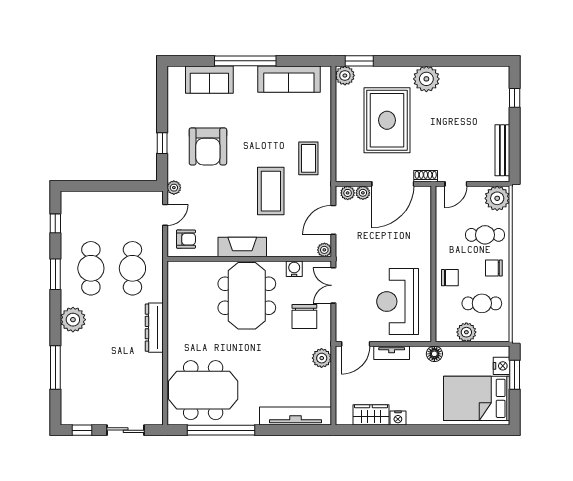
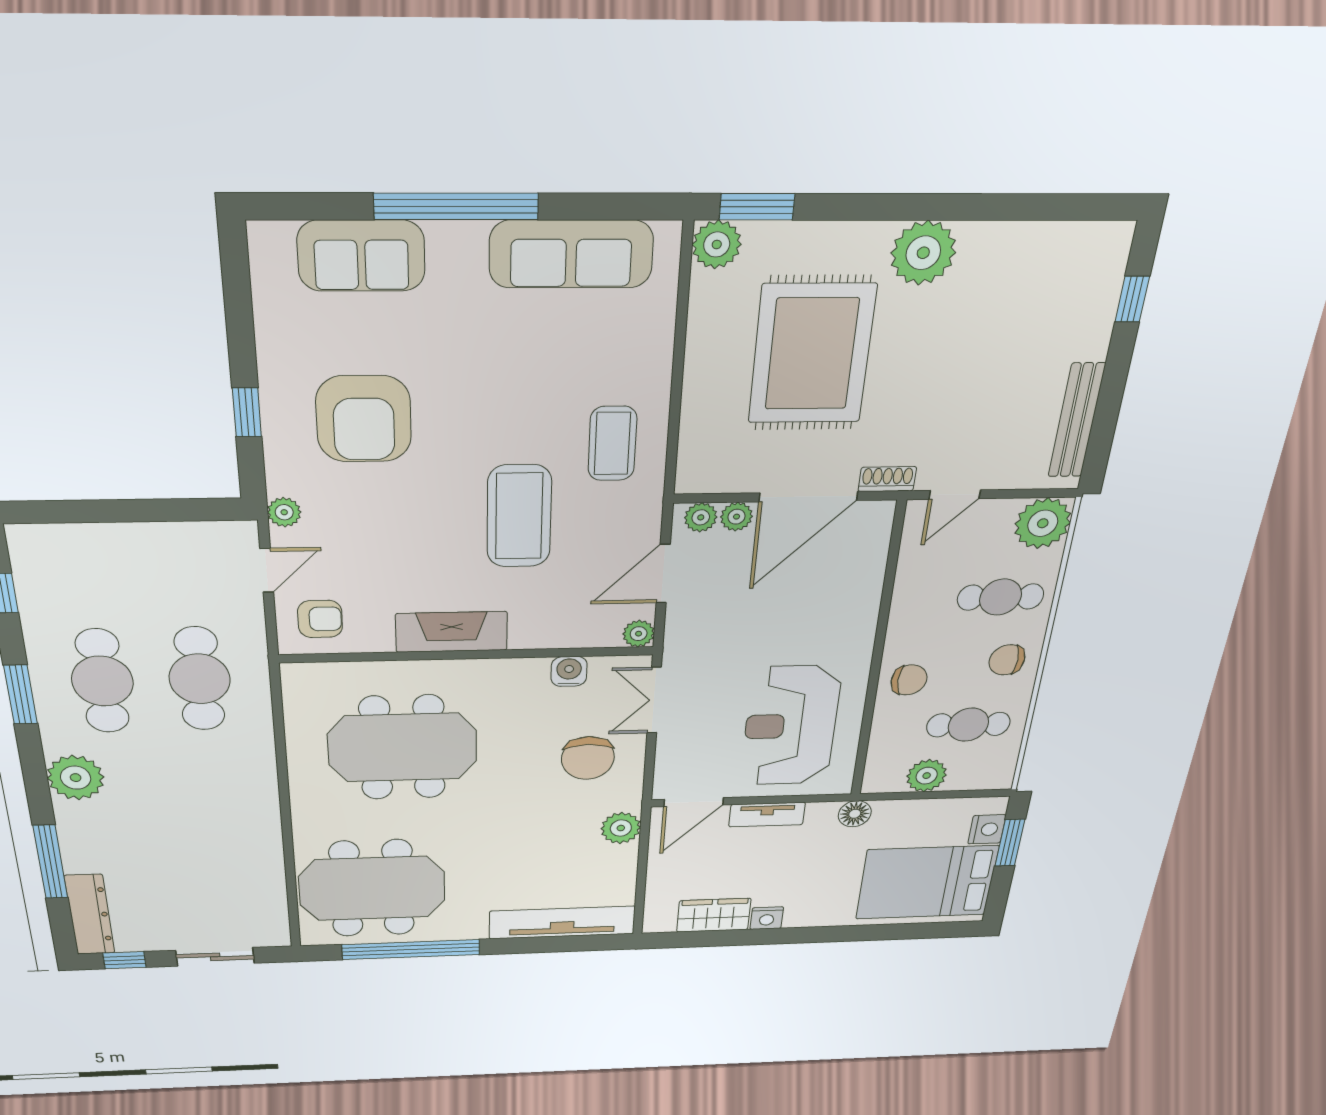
meeting table: (247, 296) -> (402, 748), moved, turned 90
dresser: (154, 328) -> (90, 915), moved, turned 180

